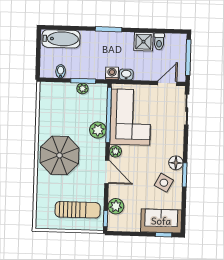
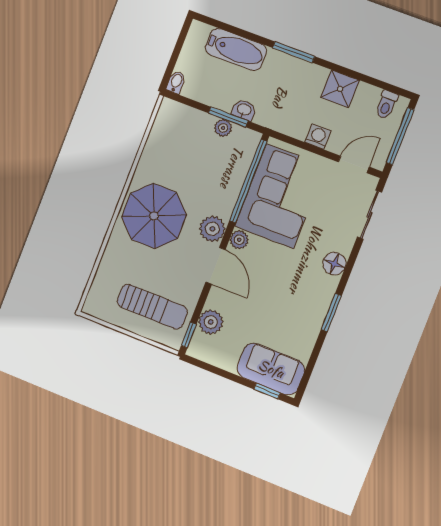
bathtub: (61, 39) -> (236, 49), moved
toilet: (159, 41) -> (386, 105), moved
bidet: (61, 71) -> (176, 82), moved
washing machine: (112, 73) -> (318, 136), moved
washbasin: (126, 75) -> (244, 110), moved
plant: (98, 130) -> (212, 229), moved
floor lamp: (176, 163) -> (334, 264), moved
side table: (164, 183) -> (295, 313), removed

